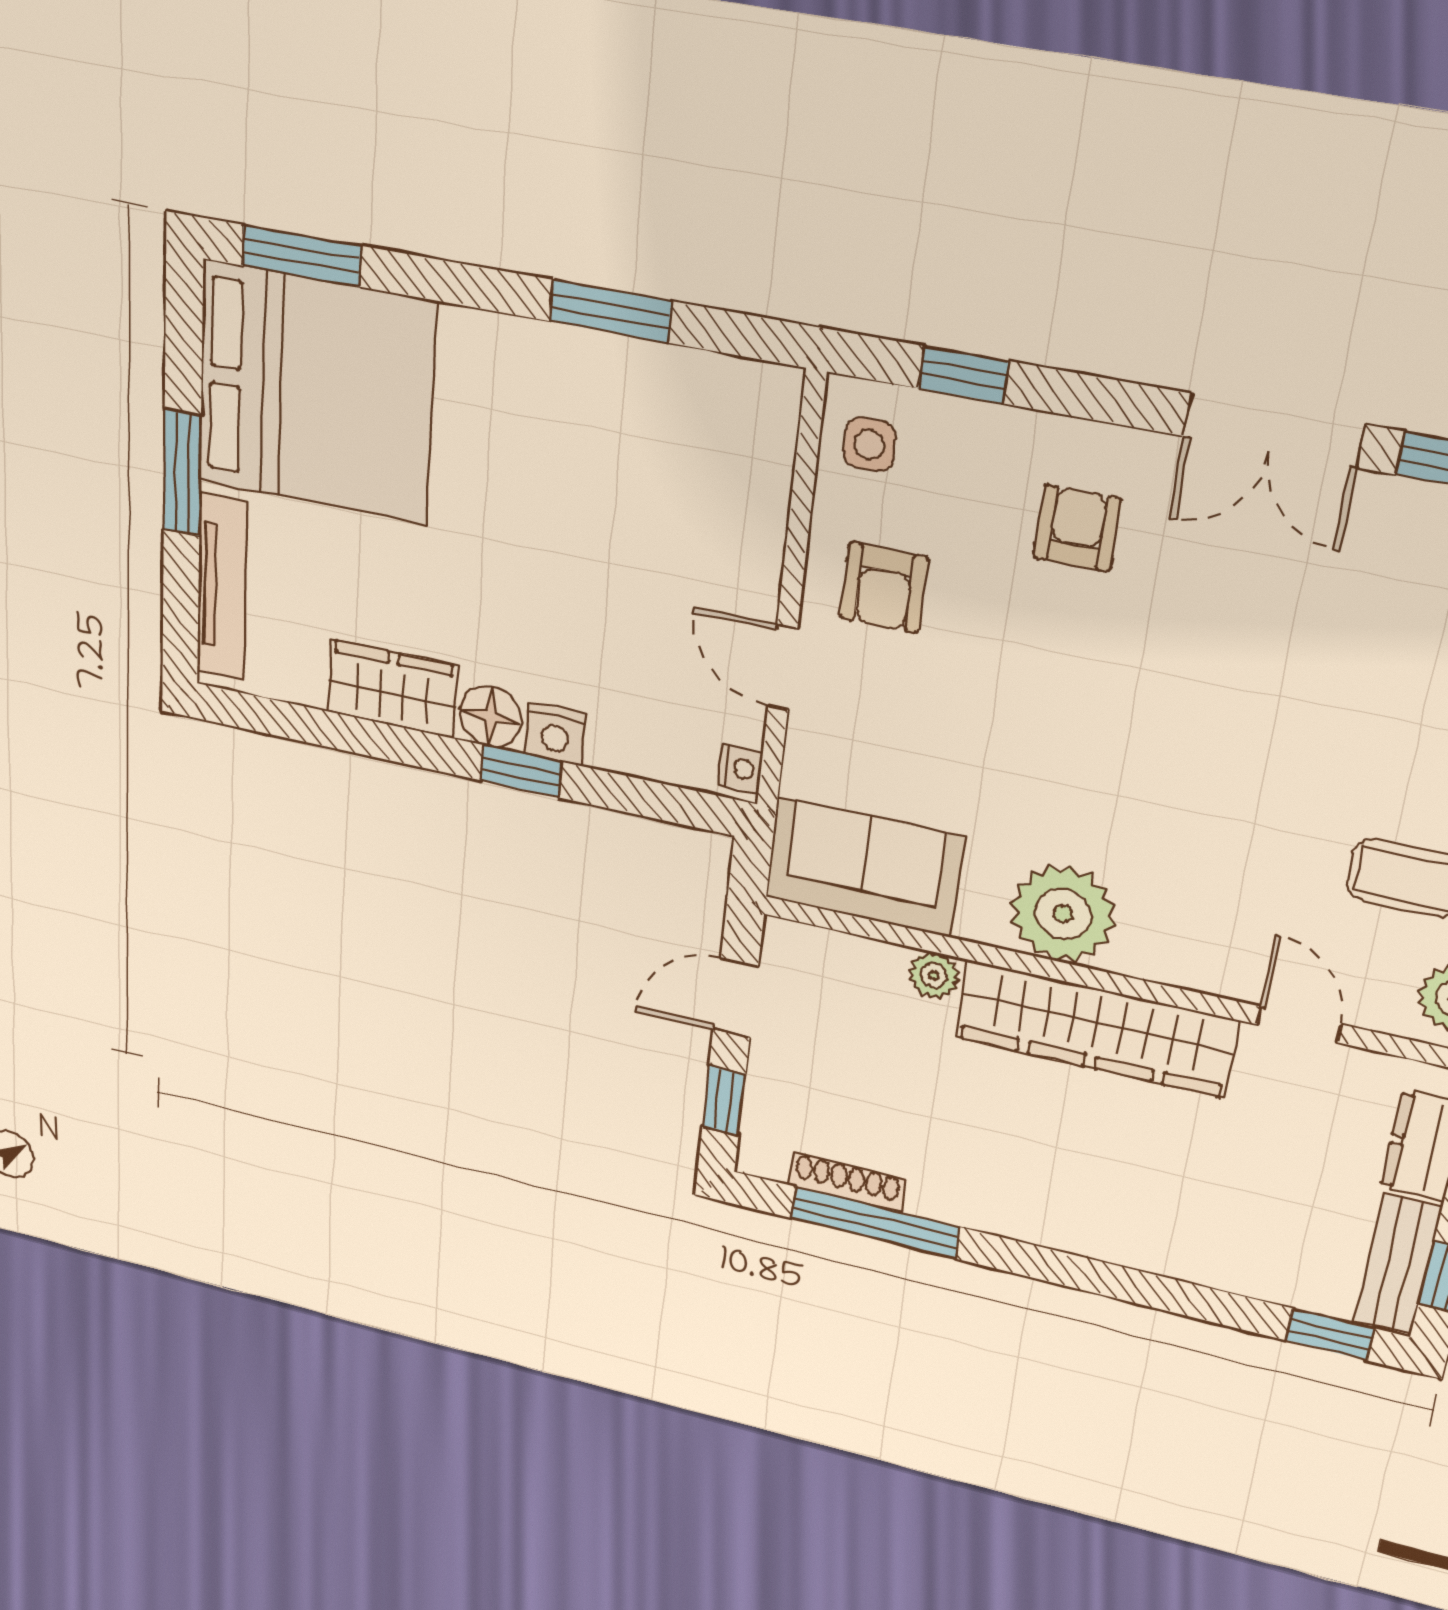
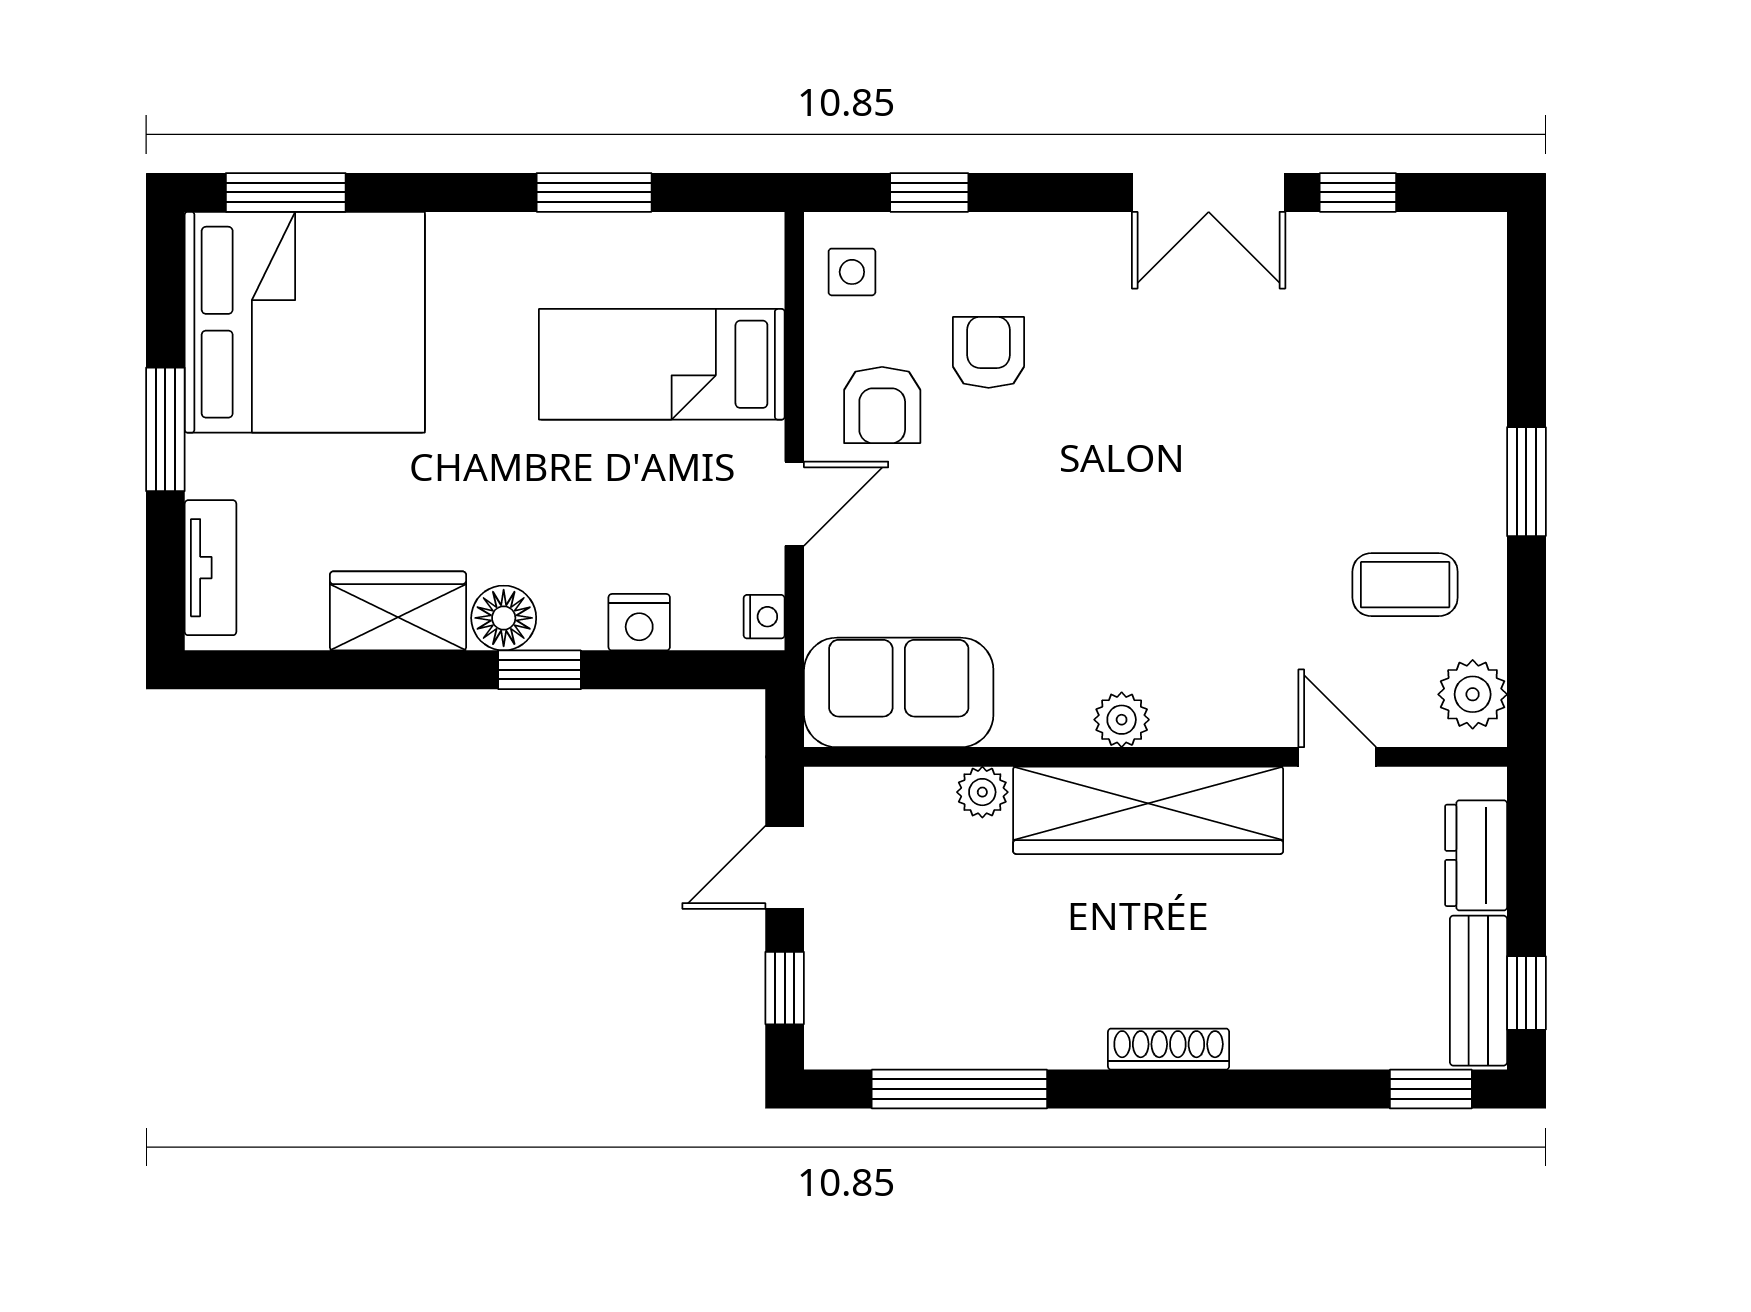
bed: (664, 503) -> (662, 364), added
armchair: (1077, 528) -> (989, 352), moved
tv unit: (222, 587) -> (211, 568), width x0.71
door: (783, 667) -> (794, 504), swing flipped
nightstand: (555, 734) -> (639, 622), moved
plant: (1063, 914) -> (1122, 720), width x0.53, depth x0.53
shoe rack: (847, 1182) -> (1169, 1049), moved

